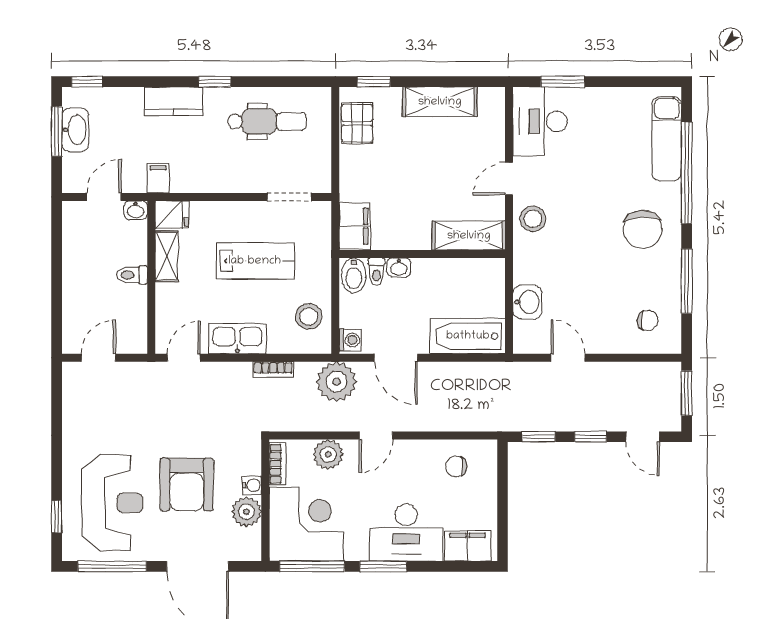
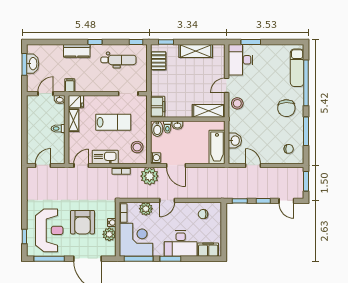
window: (87, 82) -> (136, 42), moved
bathtub: (468, 336) -> (217, 147), moved, turned -90

